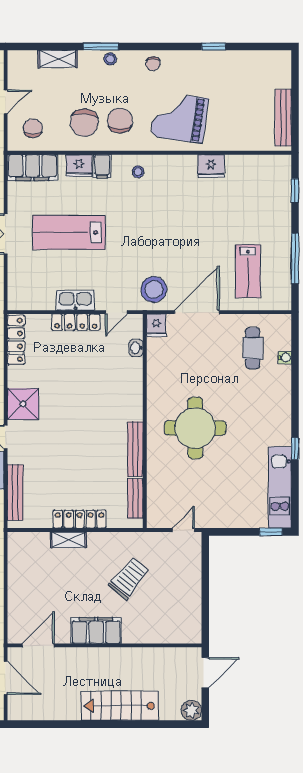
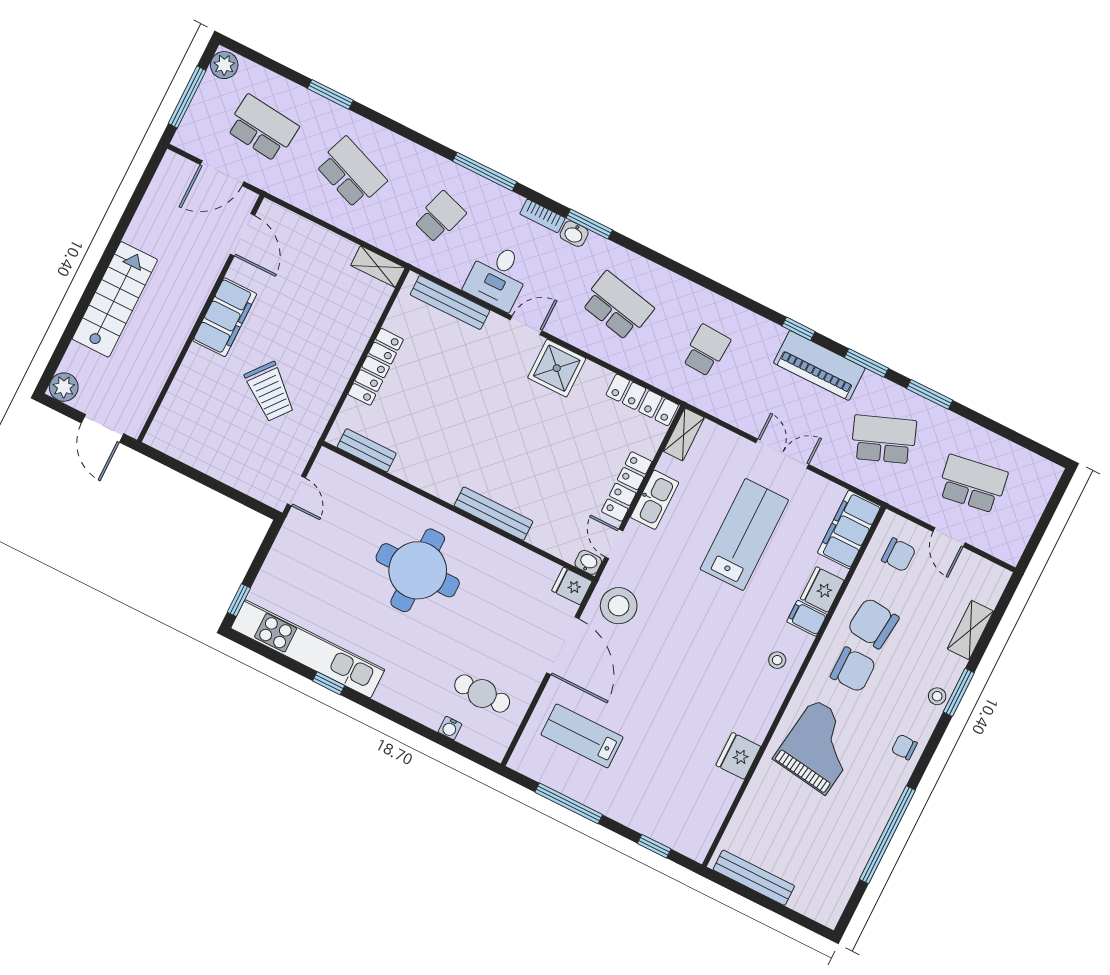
window: (214, 47) -> (887, 835), width x3.17
shelving: (25, 302) -> (684, 434), added
washbasin: (136, 348) -> (588, 562), moved
bench: (135, 449) -> (494, 514), moved
kitchen unit: (280, 487) -> (308, 649), width x1.36
shelving: (68, 540) -> (378, 267), moved, turned 90

